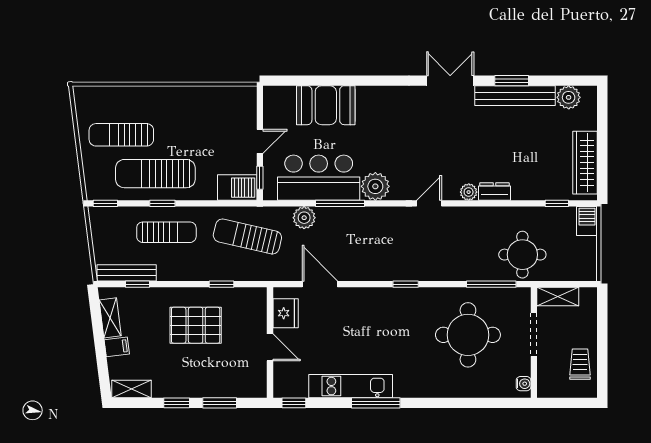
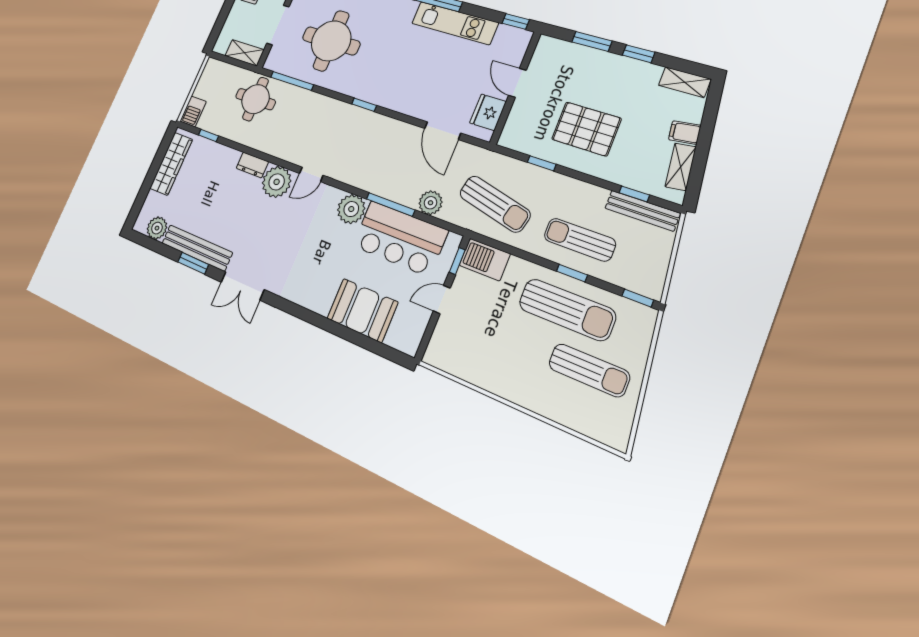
plant: (469, 192) -> (277, 182), width x1.87, depth x1.87

